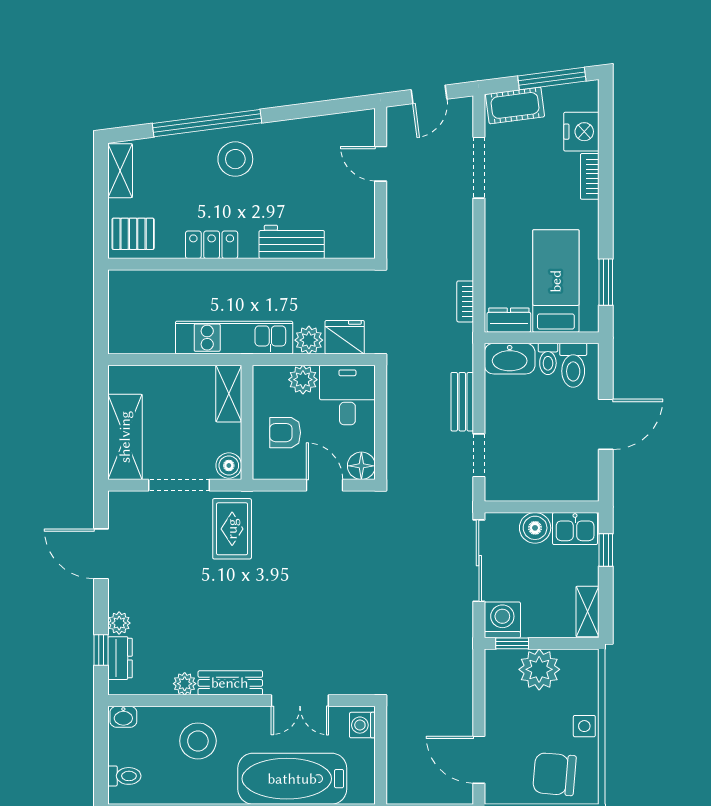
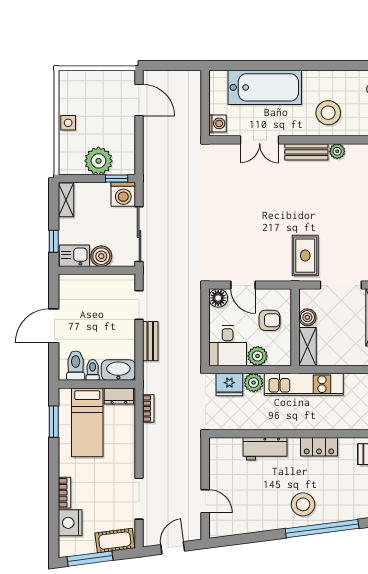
boiler: (229, 466) -> (307, 317), moved
double door: (300, 701) -> (260, 140), swing flipped
chair: (554, 774) -> (88, 90), removed

